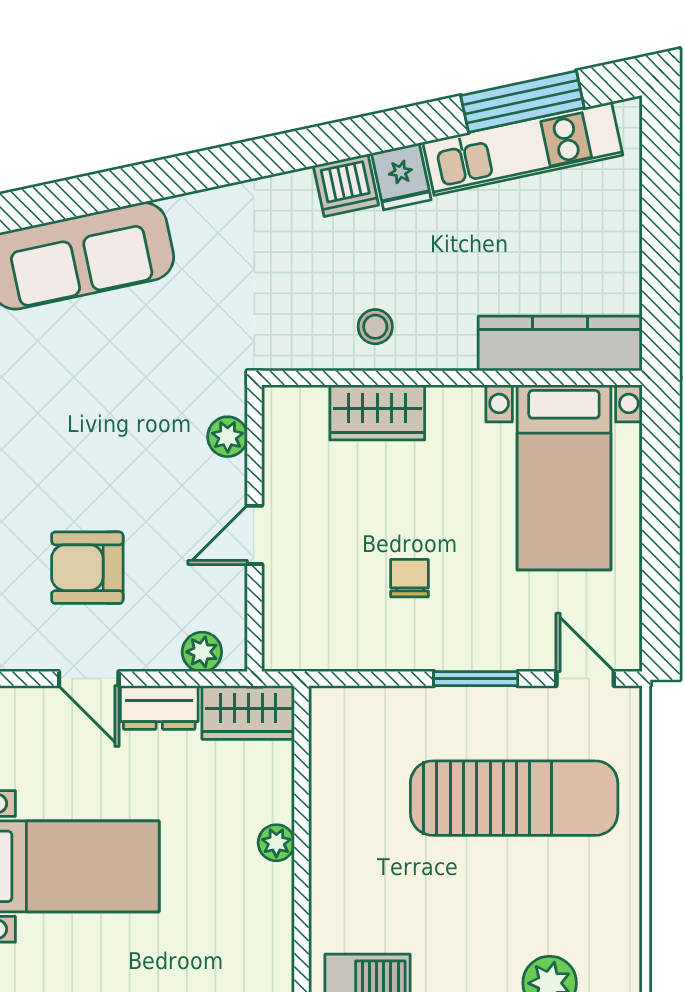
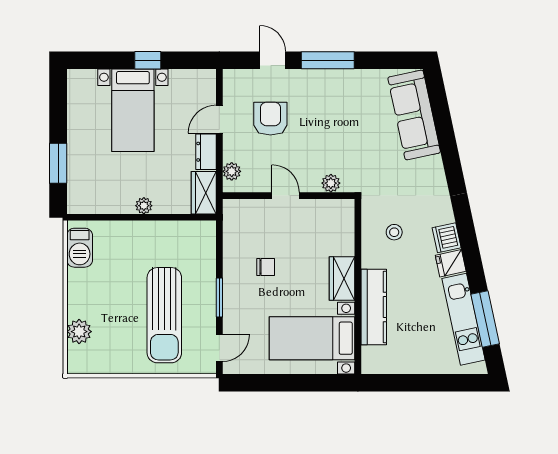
stool: (375, 327) -> (394, 232), moved
kitchen counter: (560, 344) -> (374, 307), moved
wardrobe: (377, 412) -> (342, 279), moved

